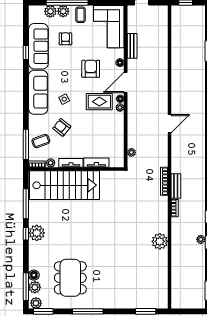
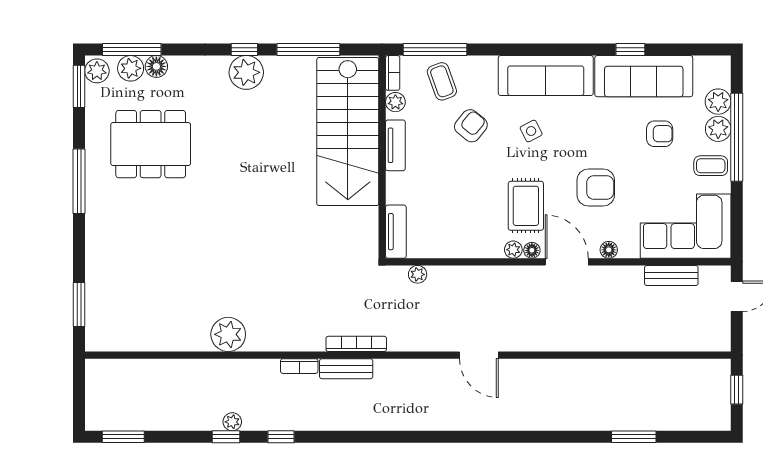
bench: (132, 46) -> (671, 275), moved
tv unit: (96, 163) -> (396, 232), moved

